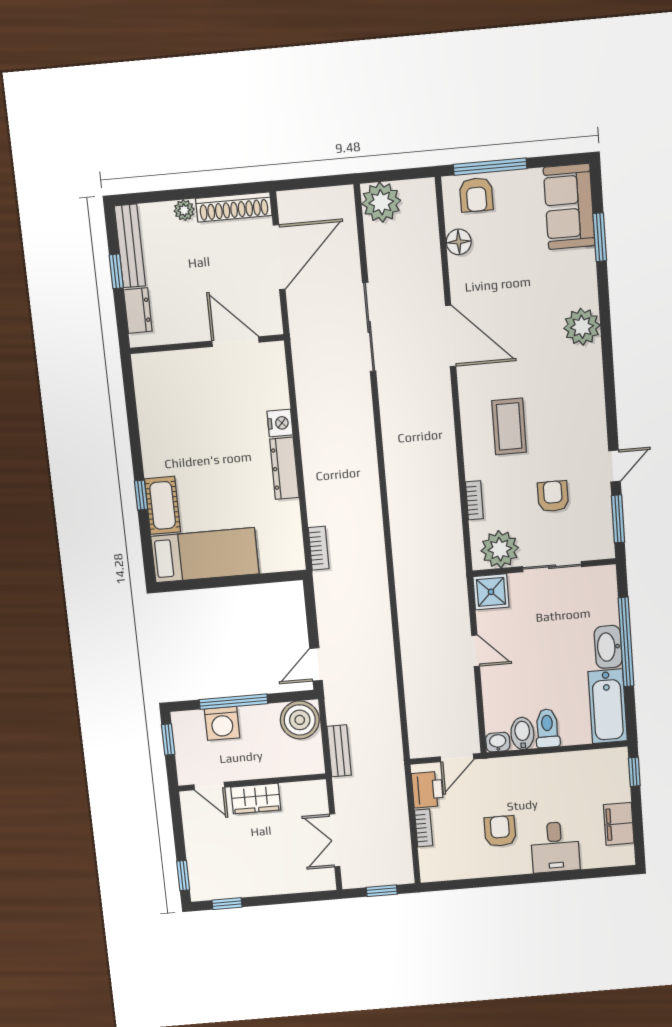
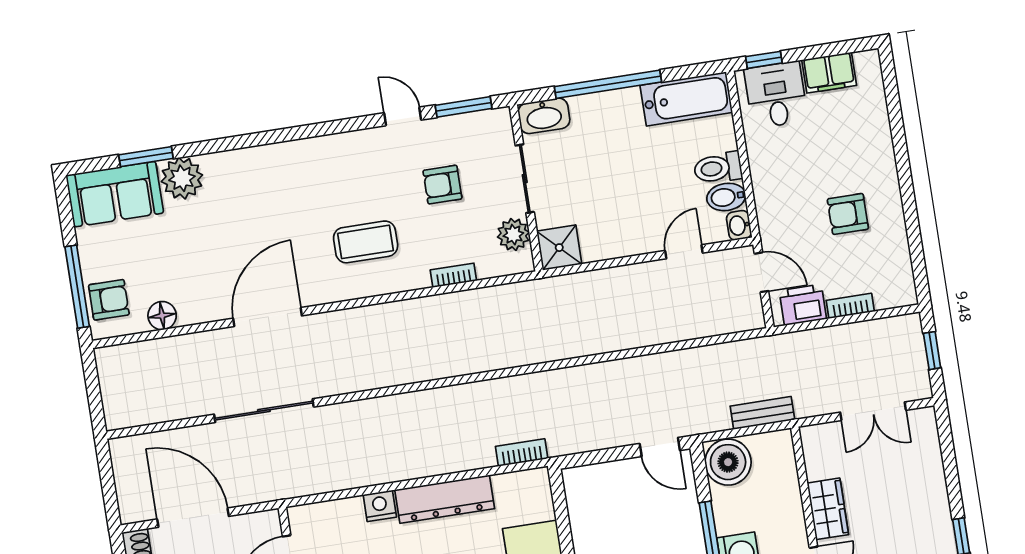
plant: (381, 202) -> (124, 406), removed
plant: (582, 327) -> (182, 178), moved
dresser: (284, 468) -> (445, 499), width x1.37, depth x1.24
plant: (500, 549) -> (513, 235), width x0.73, depth x0.73
washbasin: (608, 647) -> (544, 116), moved
door: (476, 651) -> (684, 252), moved
desk: (555, 847) -> (776, 95), moved, turned -90

